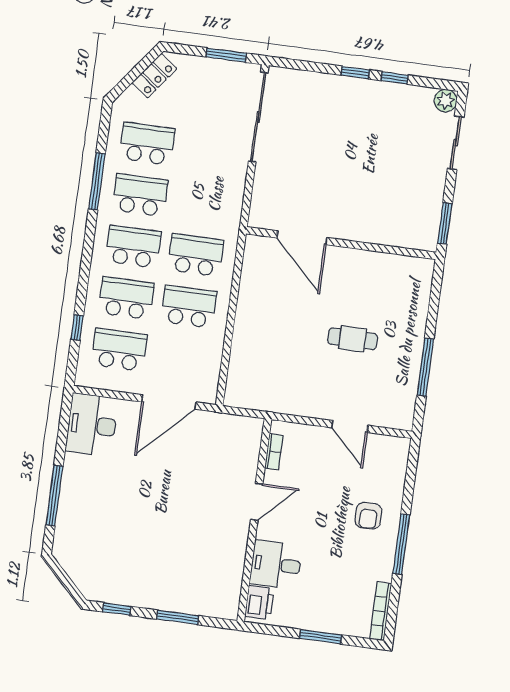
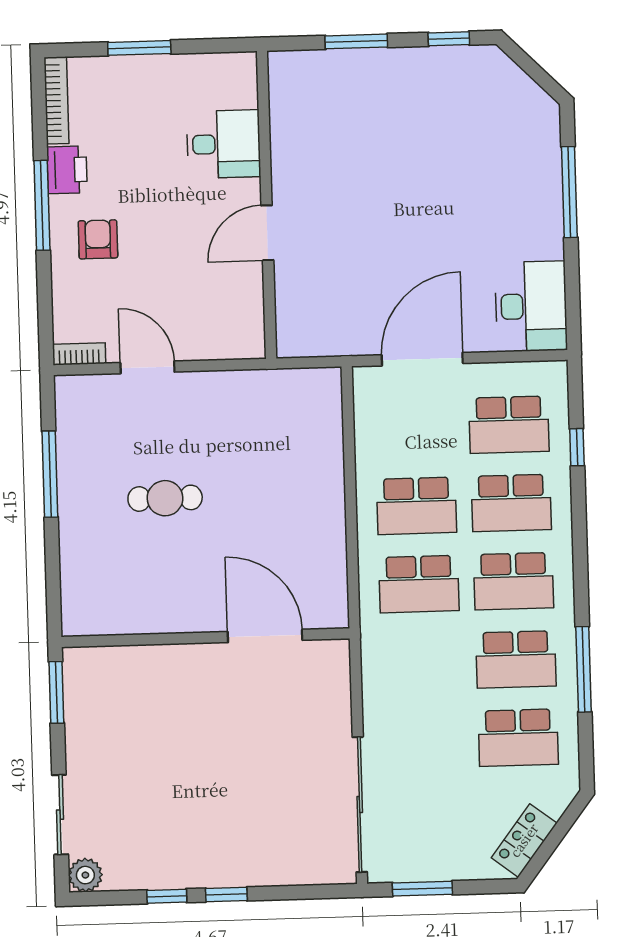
bookcase: (274, 452) -> (79, 354), moved, turned 90
printer: (259, 602) -> (67, 170), moved, turned 180

